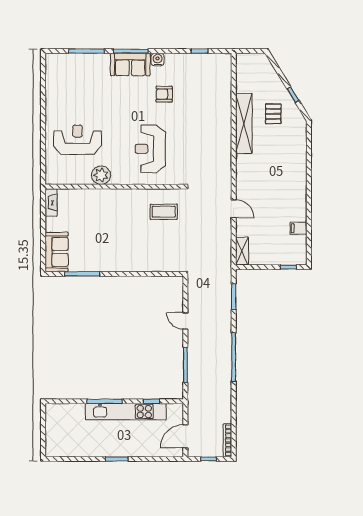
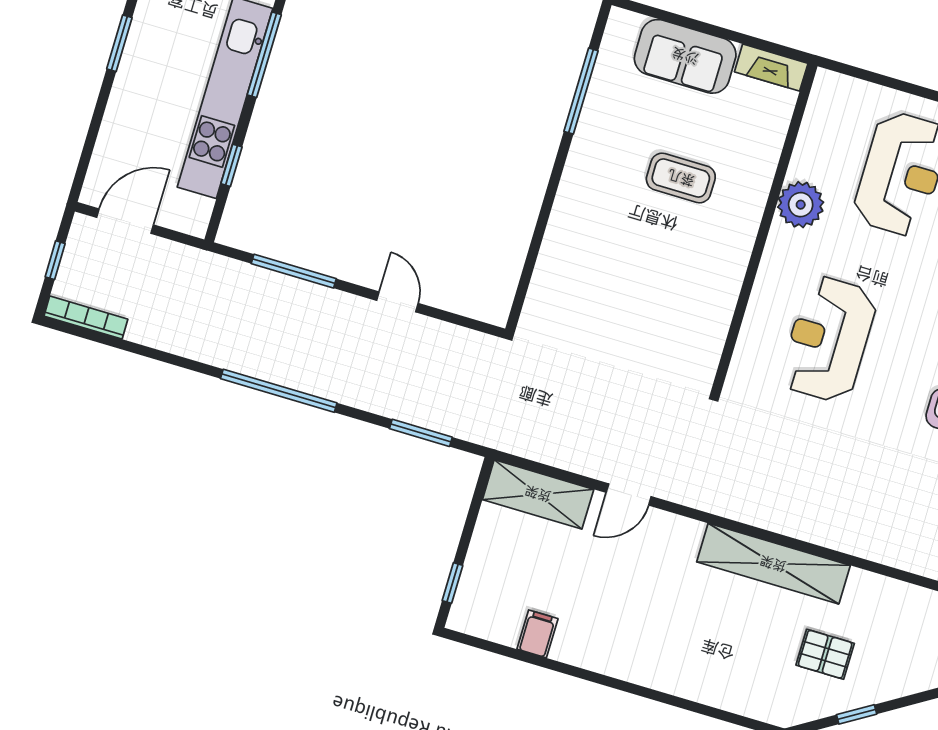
shelving: (244, 123) -> (773, 564), moved
reception desk: (150, 149) -> (828, 339), turned -90
coffee table: (164, 212) -> (681, 178), moved, turned 90
shelving: (242, 251) -> (538, 494), width x1.50, depth x1.33
sofa: (57, 252) -> (685, 56), moved
door: (185, 321) -> (397, 302), hinge flipped
door: (185, 436) -> (125, 221), hinge flipped

